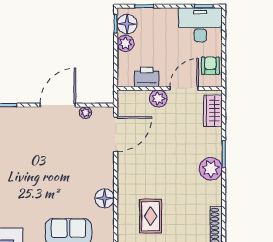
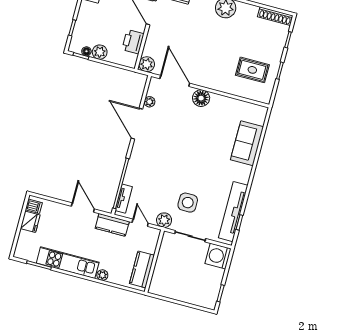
floor lamp: (127, 24) -> (86, 51), width x0.53, depth x0.53
plant: (158, 99) -> (147, 64), moved
floor lamp: (105, 198) -> (201, 98), moved

